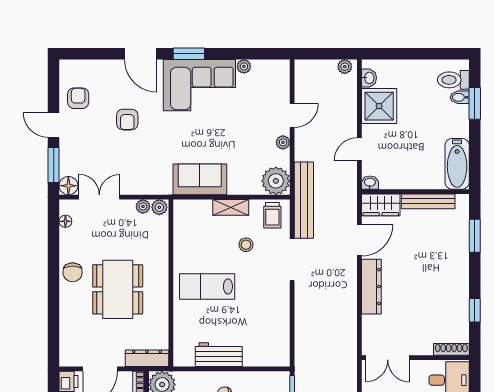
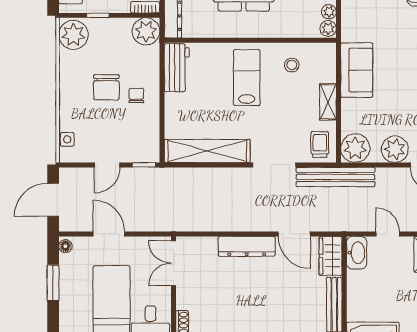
plant: (283, 142) -> (395, 149), width x1.88, depth x1.88
washbasin: (370, 183) -> (357, 253), width x1.91, depth x1.45
trolley: (272, 215) -> (320, 145), turned 90
stool: (246, 245) -> (292, 65), moved
shelving: (279, 325) -> (207, 151), added
workbench: (219, 355) -> (177, 68), moved

